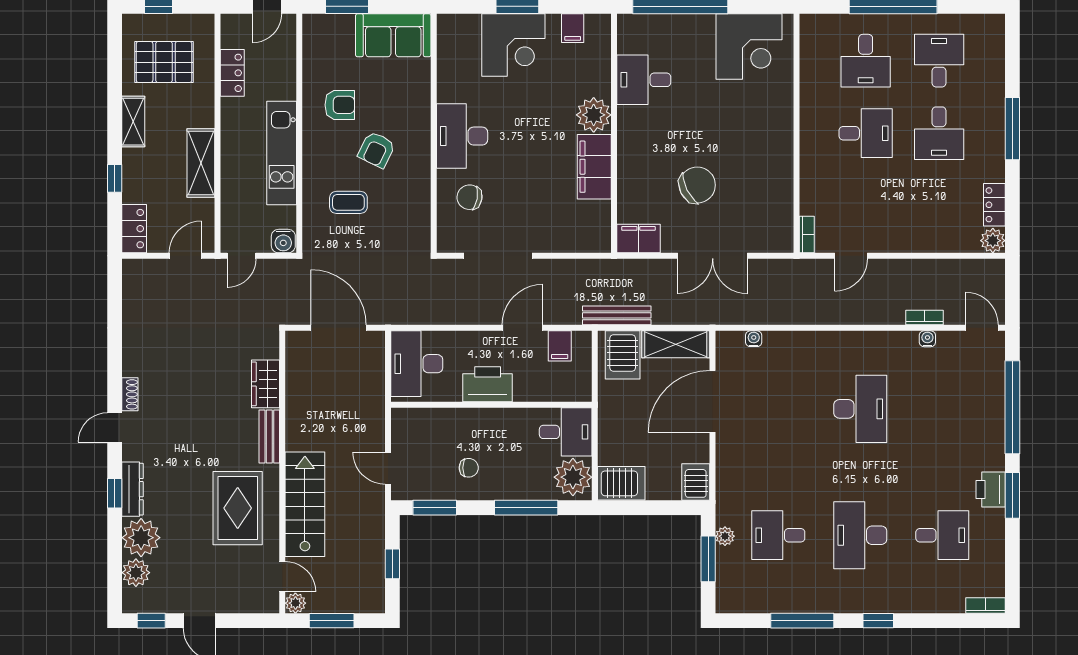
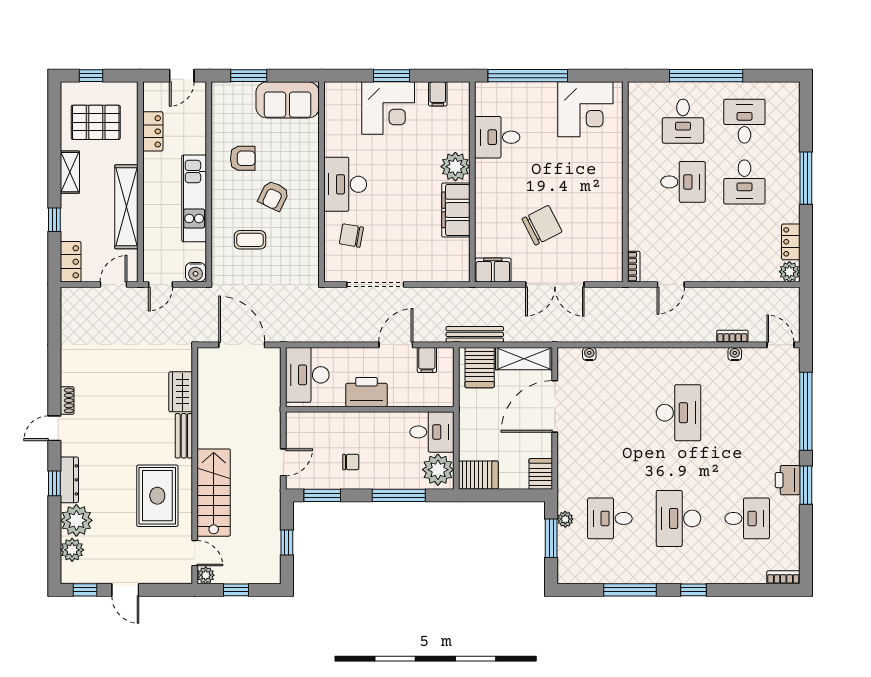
shelving: (201, 163) -> (126, 207), width x1.47
door: (388, 468) -> (283, 462), swing flipped
window: (332, 621) -> (236, 590), width x0.67

